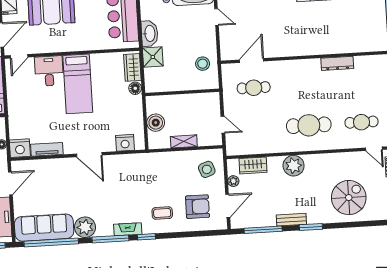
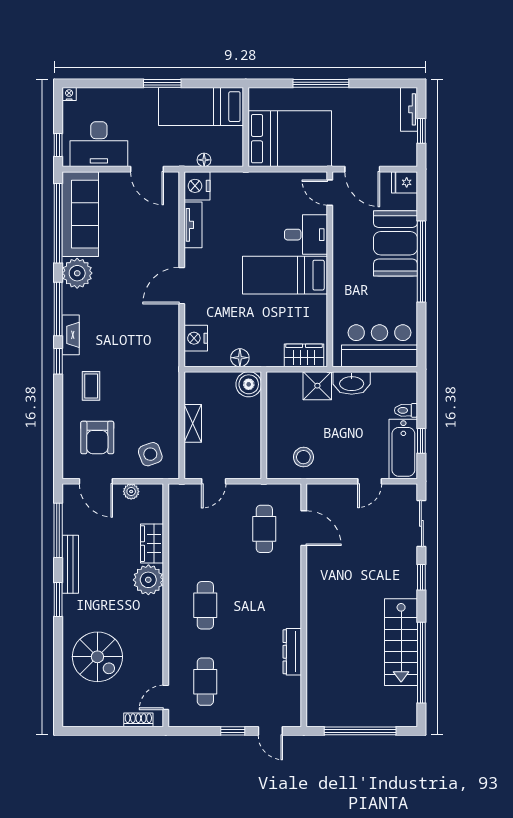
floor lamp: (135, 88) -> (240, 358), moved
boiler: (156, 123) -> (249, 384), moved
cafe table: (309, 125) -> (205, 605), width x0.73, depth x0.74
wardrobe: (253, 165) -> (152, 544), moved
bench: (291, 220) -> (70, 564), width x1.36

